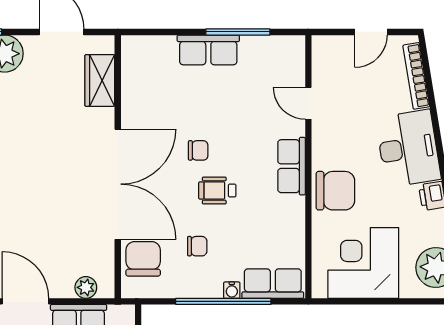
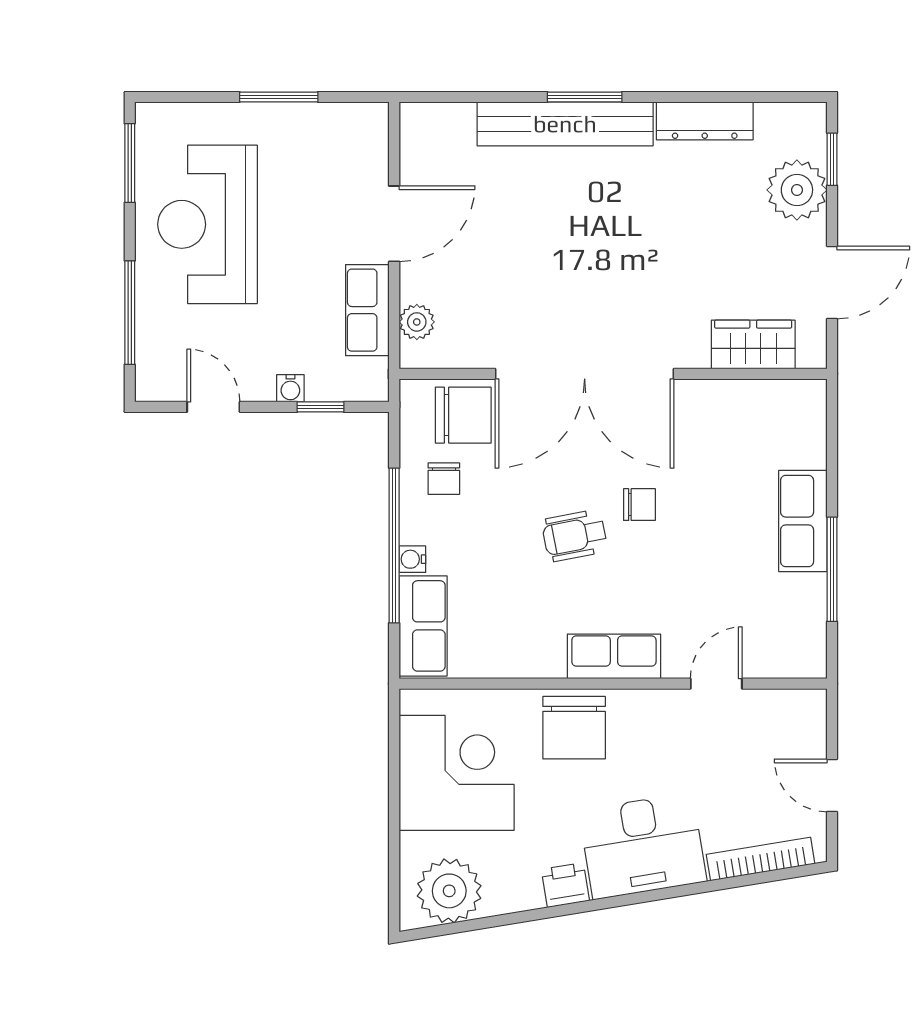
chair: (198, 150) -> (639, 505), turned -90
wheelchair: (217, 190) -> (574, 536), turned -101
chair: (197, 246) -> (444, 479), moved

